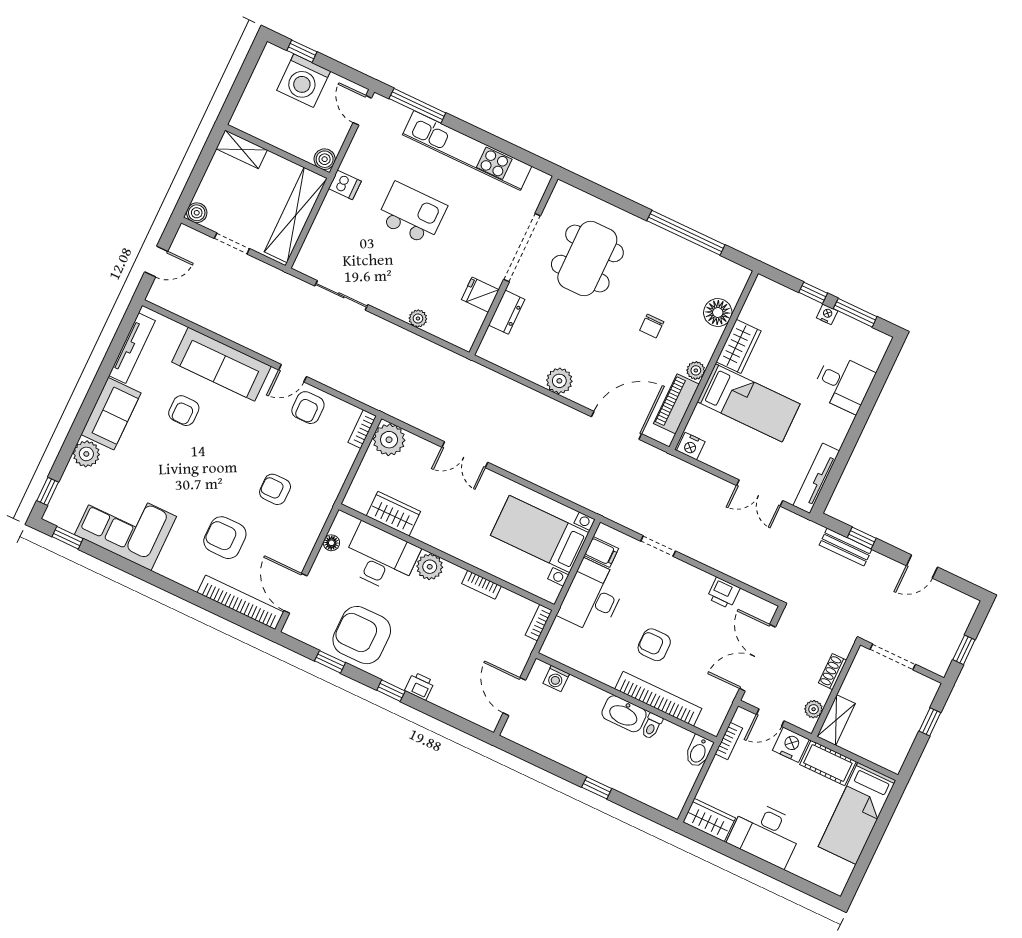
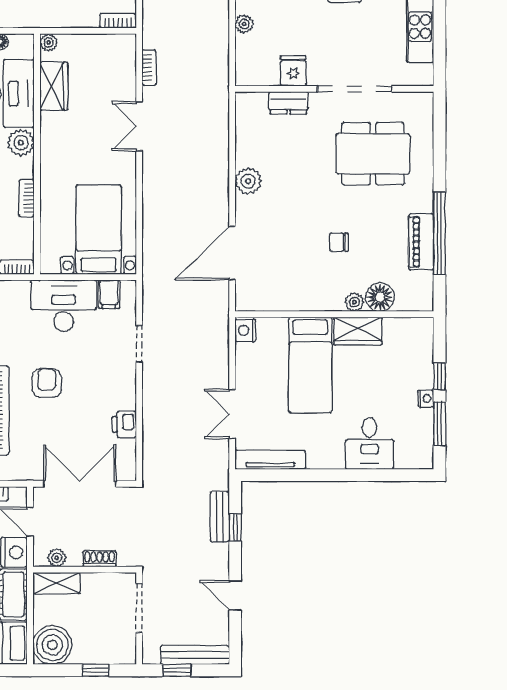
plant: (696, 370) -> (354, 302), moved
piano: (676, 404) -> (421, 242), moved, turned -90
bookcase: (417, 421) -> (149, 67), added
door: (616, 425) -> (232, 253), swing flipped
plant: (389, 440) -> (49, 42), moved, width x0.53, depth x0.53
bench: (958, 627) -> (195, 655), added
boiler: (889, 750) -> (52, 645), added

